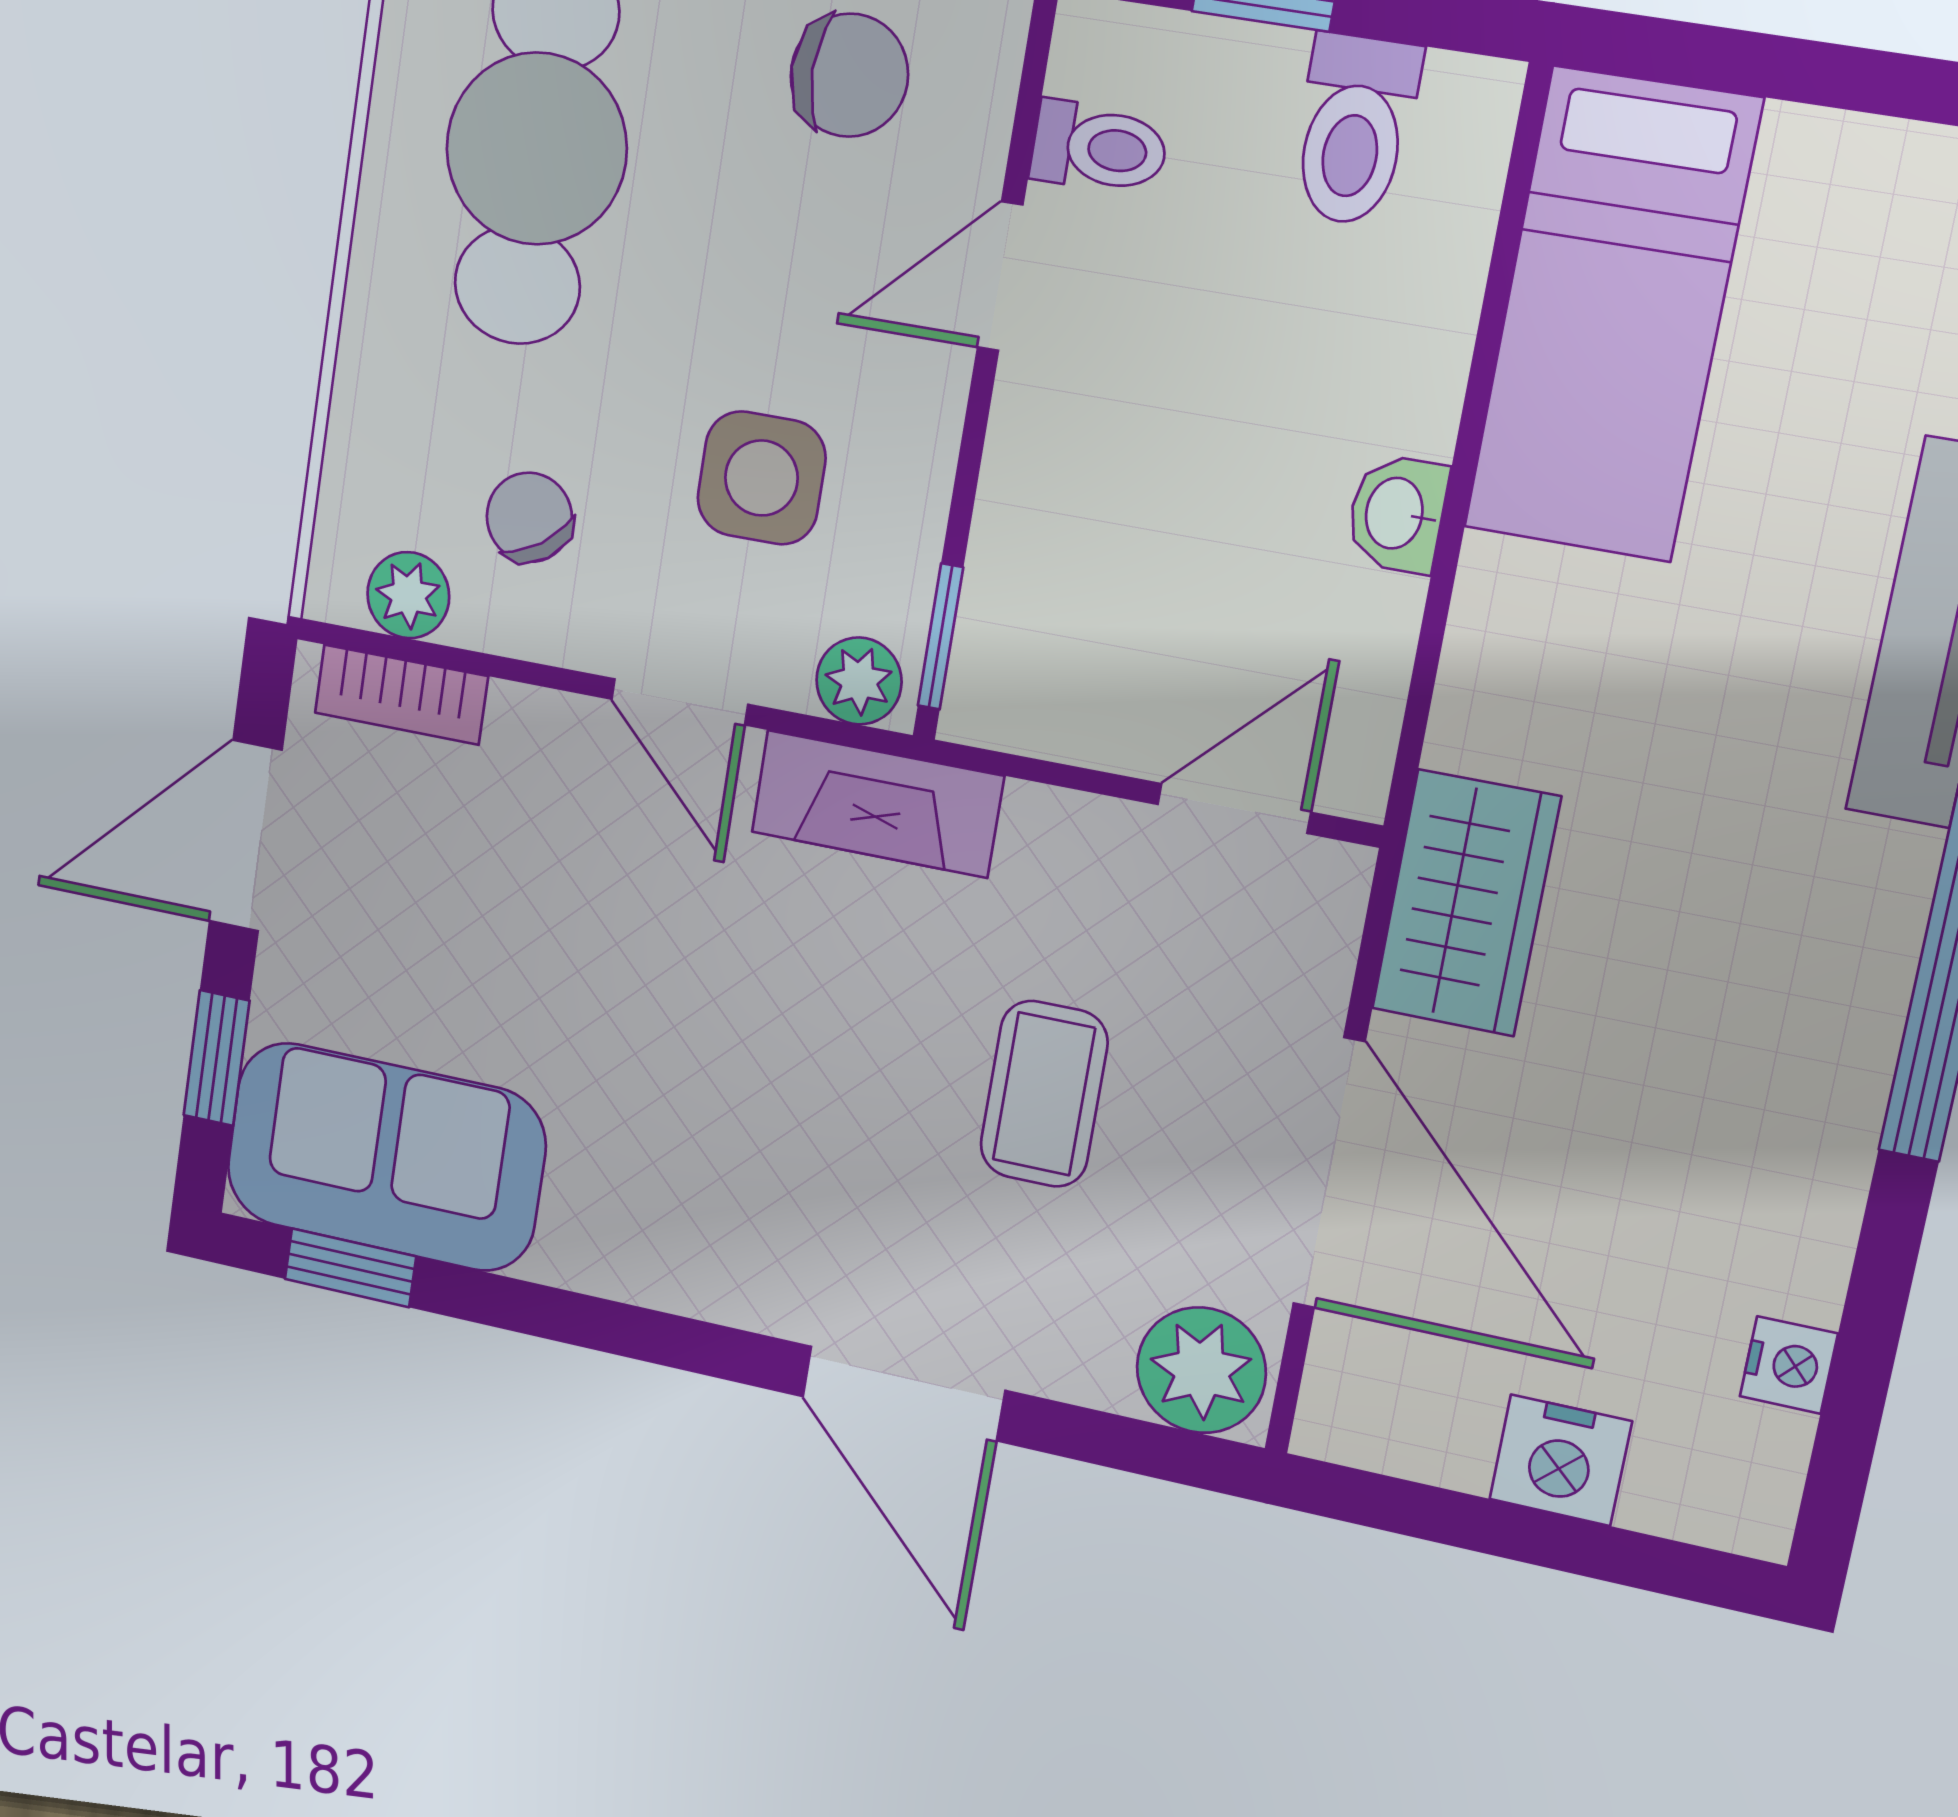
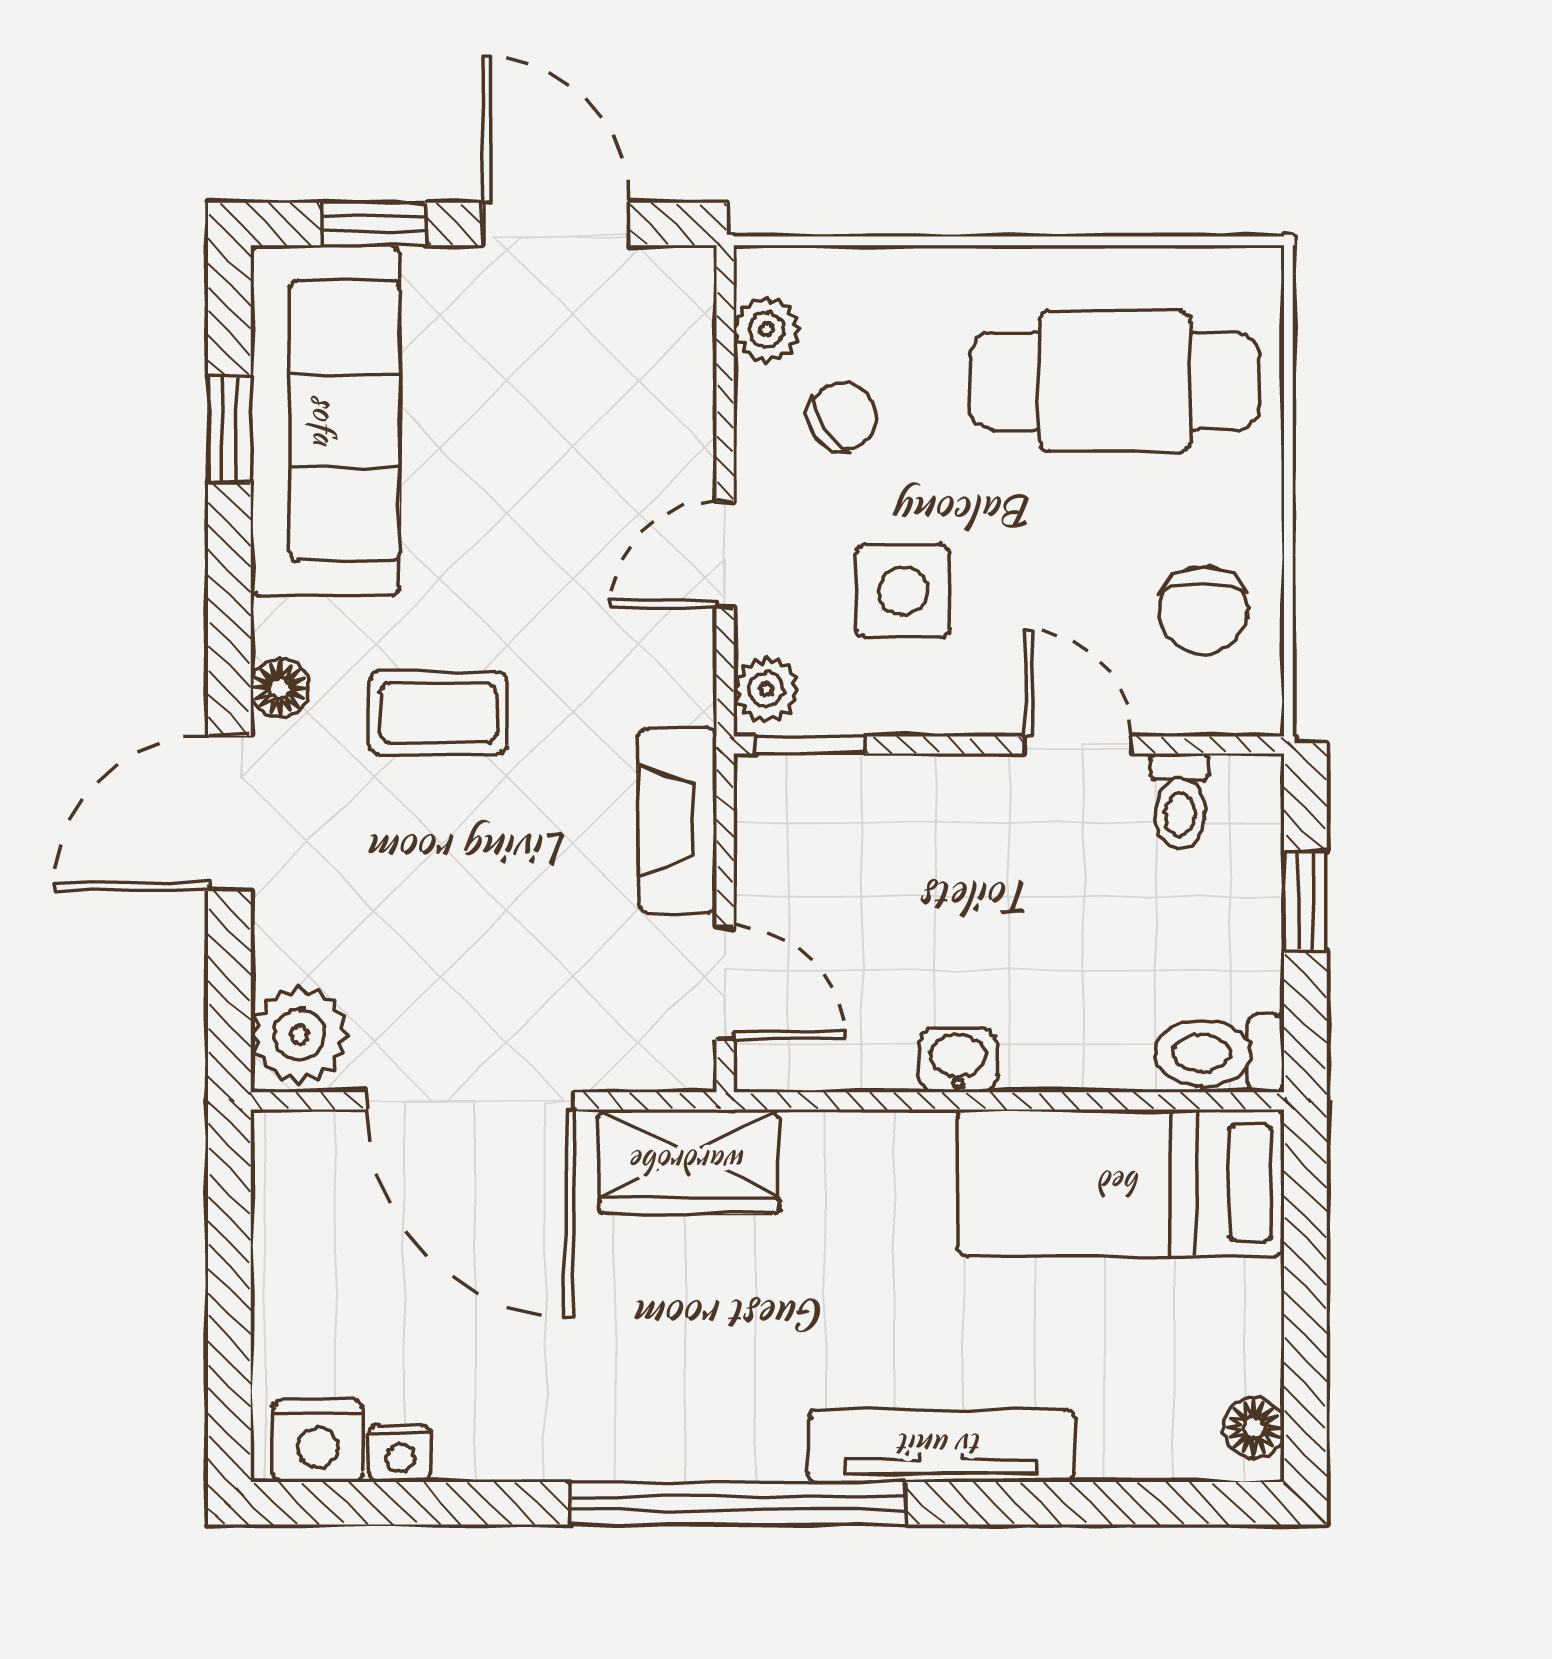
toilet: (1354, 130) -> (1220, 1053), moved
bookcase: (401, 695) -> (690, 335), removed
fireplace: (877, 804) -> (677, 820), moved
coffee table: (1044, 1094) -> (438, 713), moved
sofa: (385, 1157) -> (325, 420), width x1.36
door: (1329, 1173) -> (470, 1101), hinge flipped
window: (350, 1268) -> (229, 430), moved
floor lamp: (758, 1296) -> (280, 688), added
nightstand: (1561, 1460) -> (318, 1441), moved, turned -90

